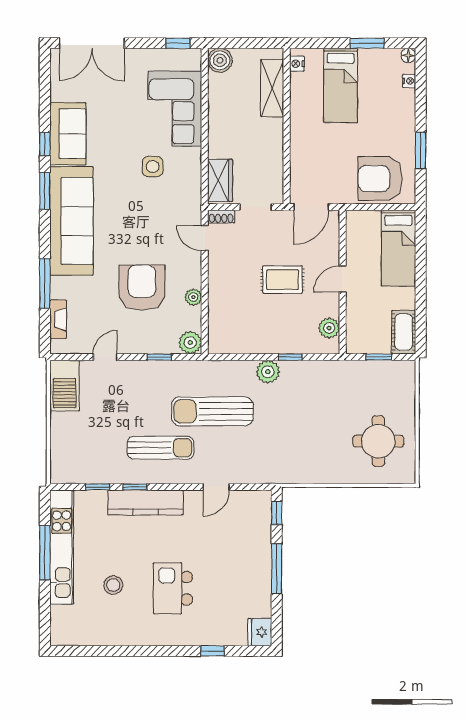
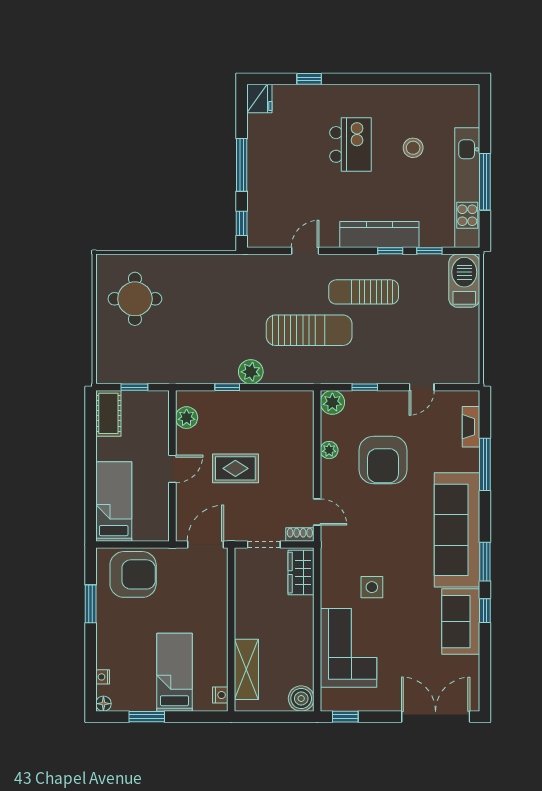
barbecue: (65, 386) -> (464, 281), moved

